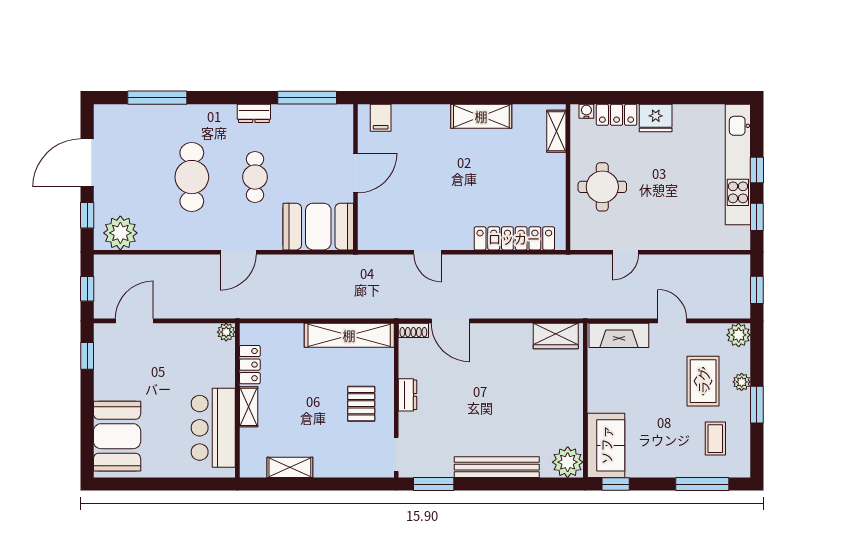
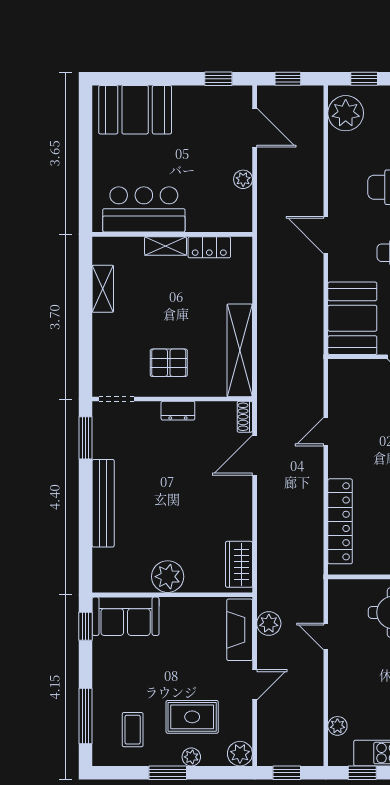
plant: (712, 241) -> (337, 726), added
plant: (613, 307) -> (269, 623), added
plant: (226, 332) -> (243, 179), moved
coffee table: (715, 439) -> (133, 730), turned 90
plant: (568, 462) -> (168, 577), moved

